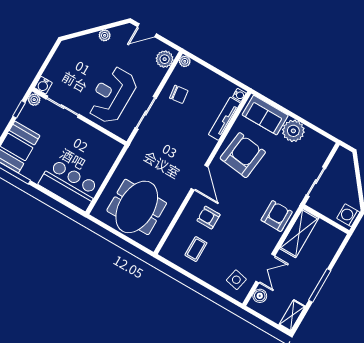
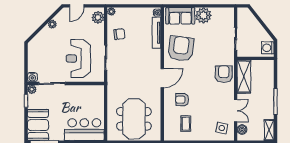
door: (200, 178) -> (162, 78), hinge flipped

